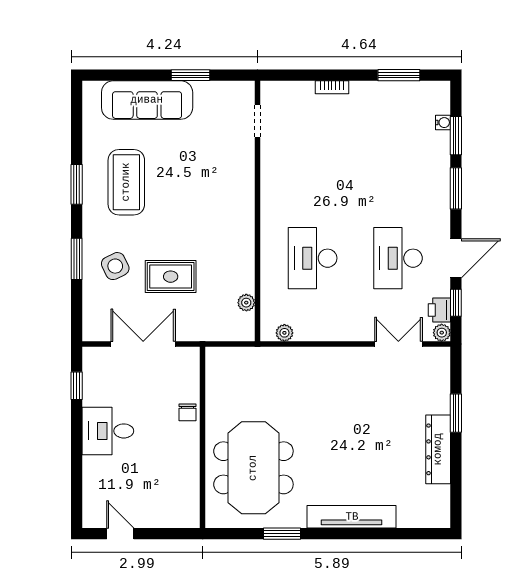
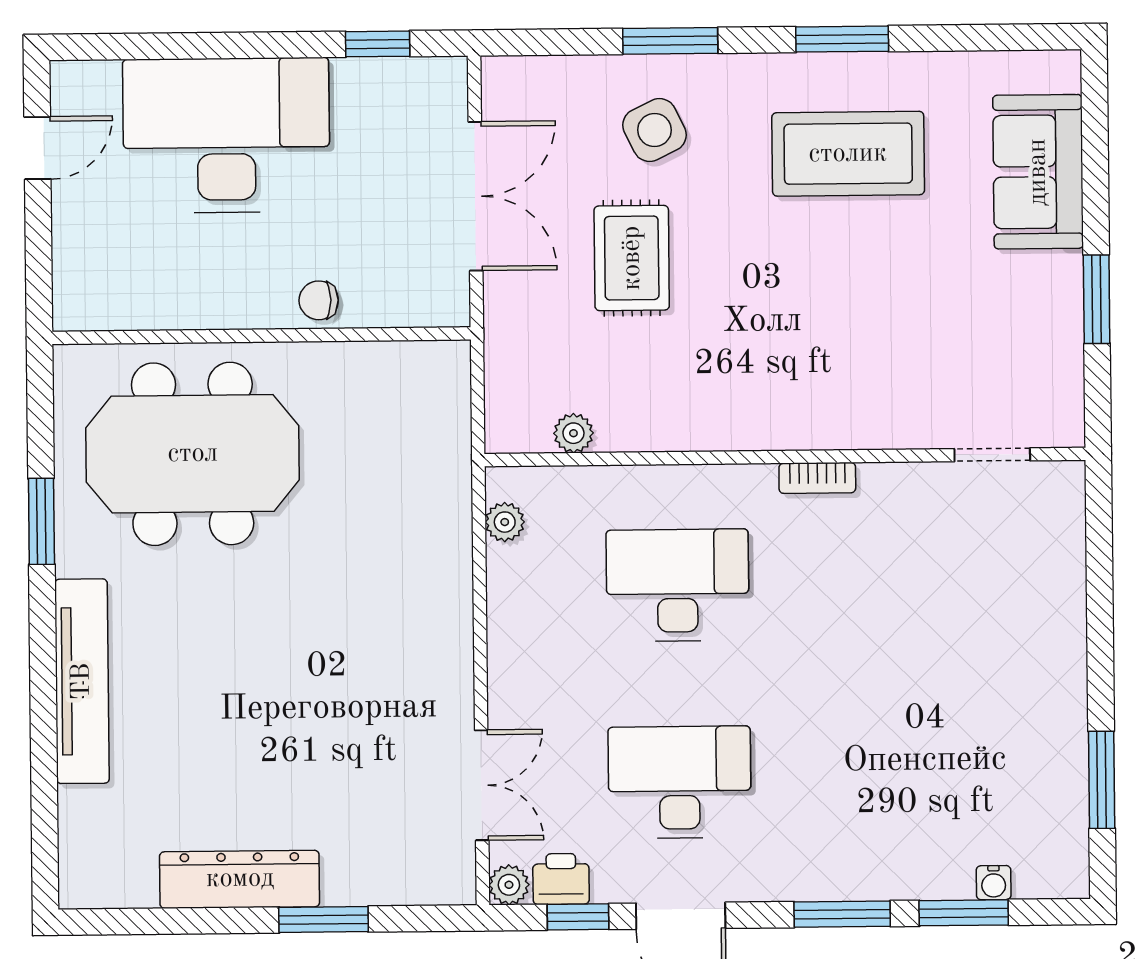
bookcase: (332, 87) -> (817, 478), moved, turned -90
sofa: (147, 100) -> (1038, 172), width x0.73
desk: (108, 431) -> (226, 135), width x1.87, depth x1.30

